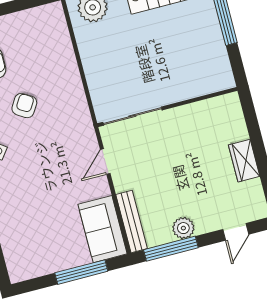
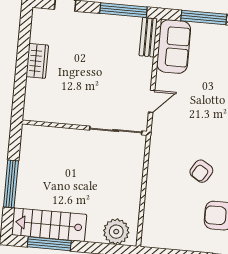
bench: (132, 222) -> (148, 37), width x0.73
plant: (183, 228) -> (107, 23), removed

